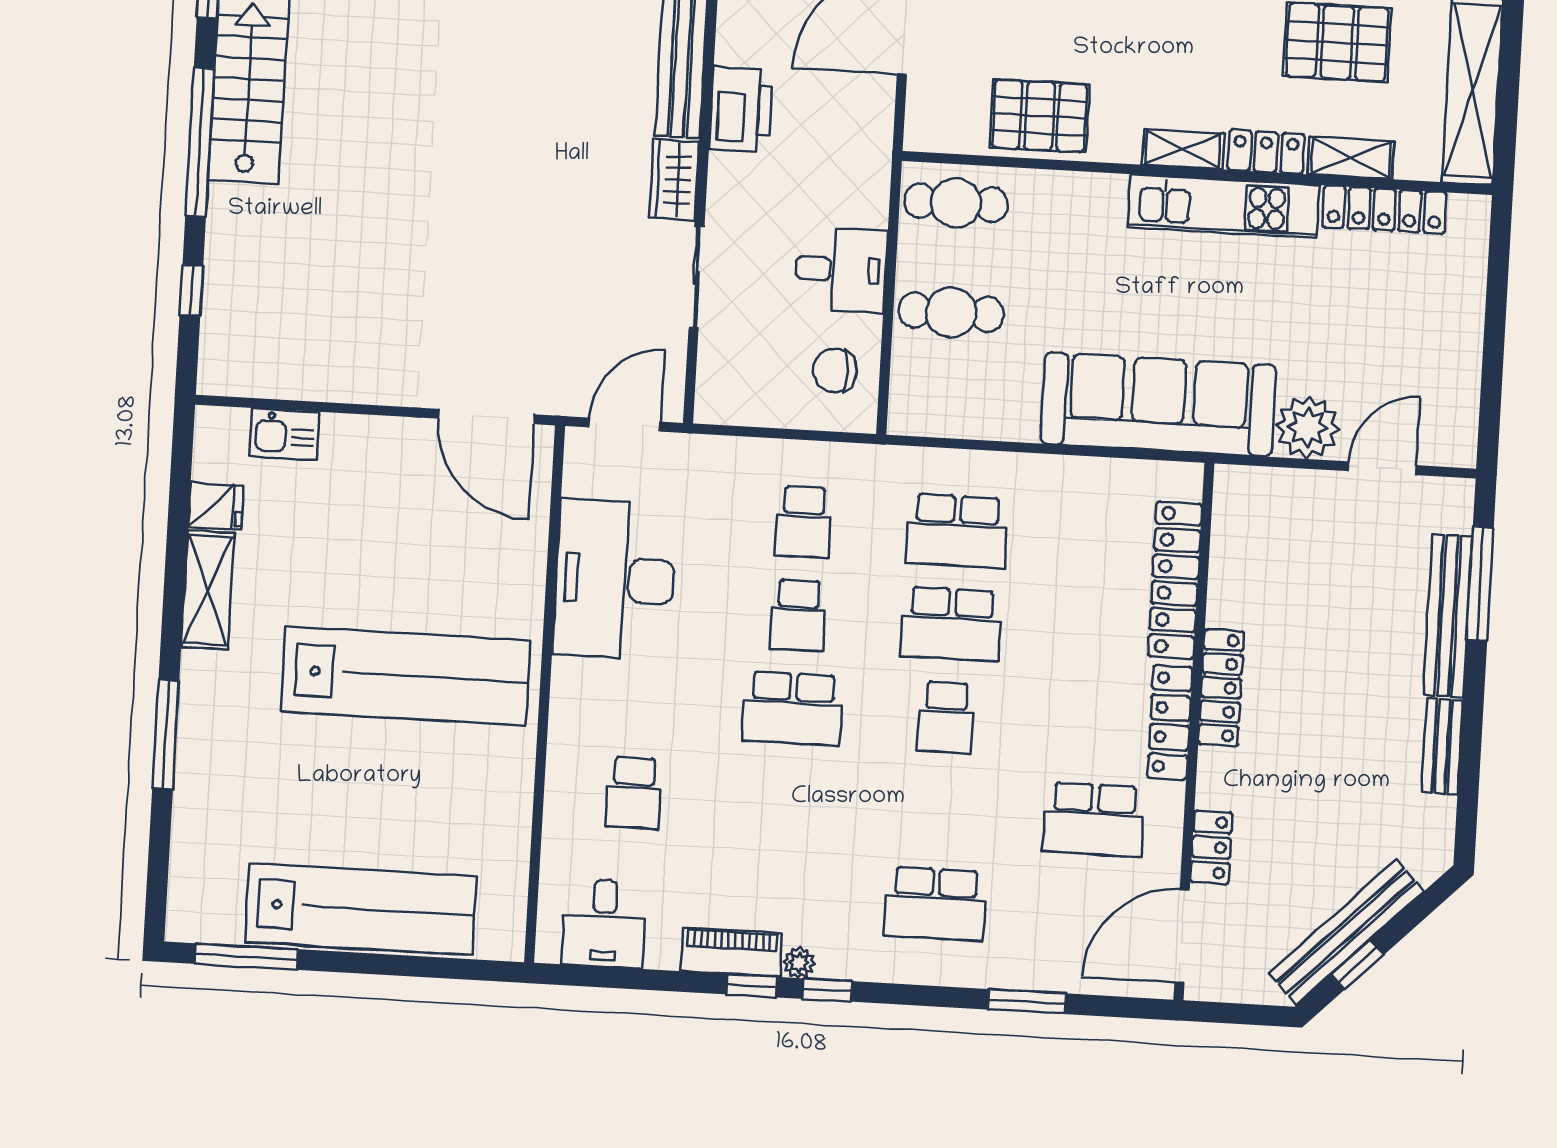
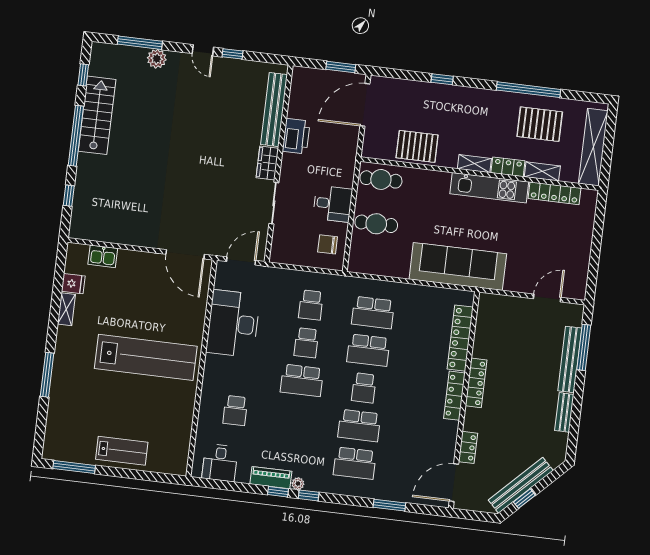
plant: (1308, 427) -> (518, 280), removed
shelving: (208, 590) -> (66, 309), width x0.67, depth x0.75
school desk: (1094, 819) -> (359, 426), moved
lab bench: (361, 909) -> (122, 451), width x0.54, depth x0.72

